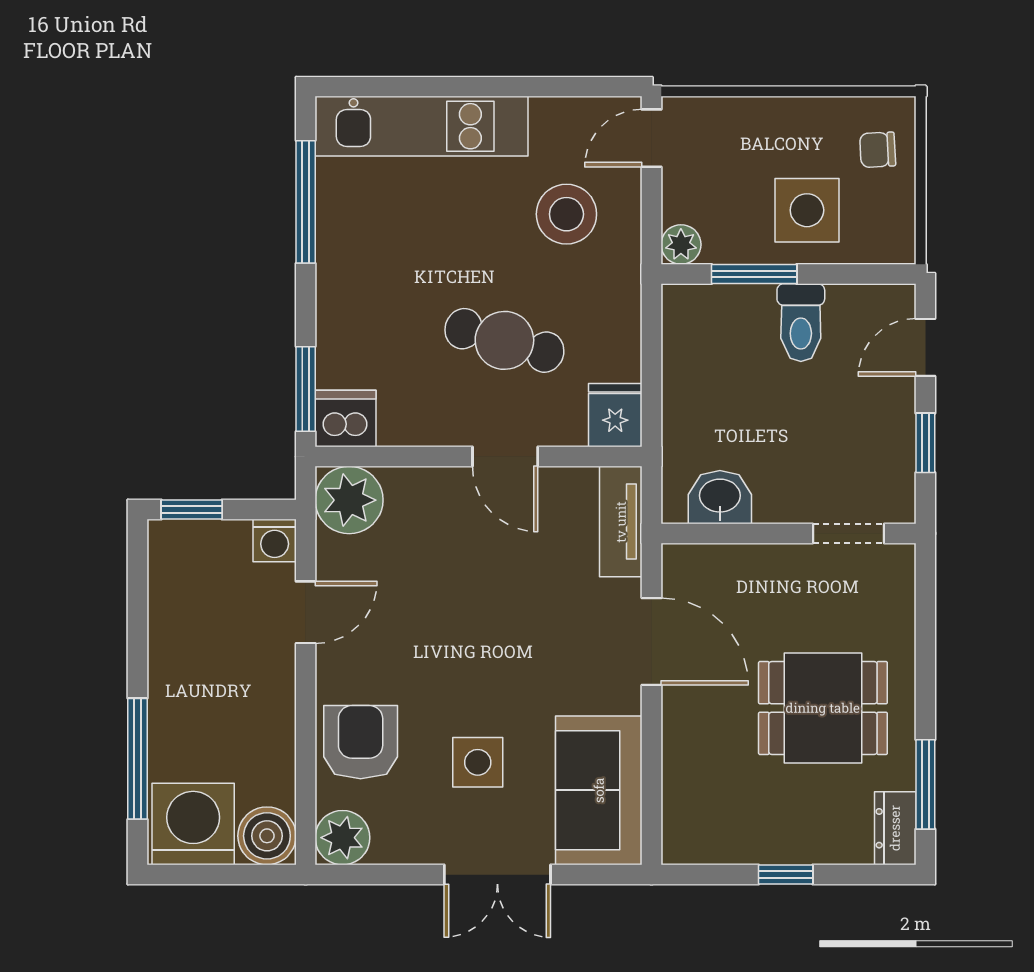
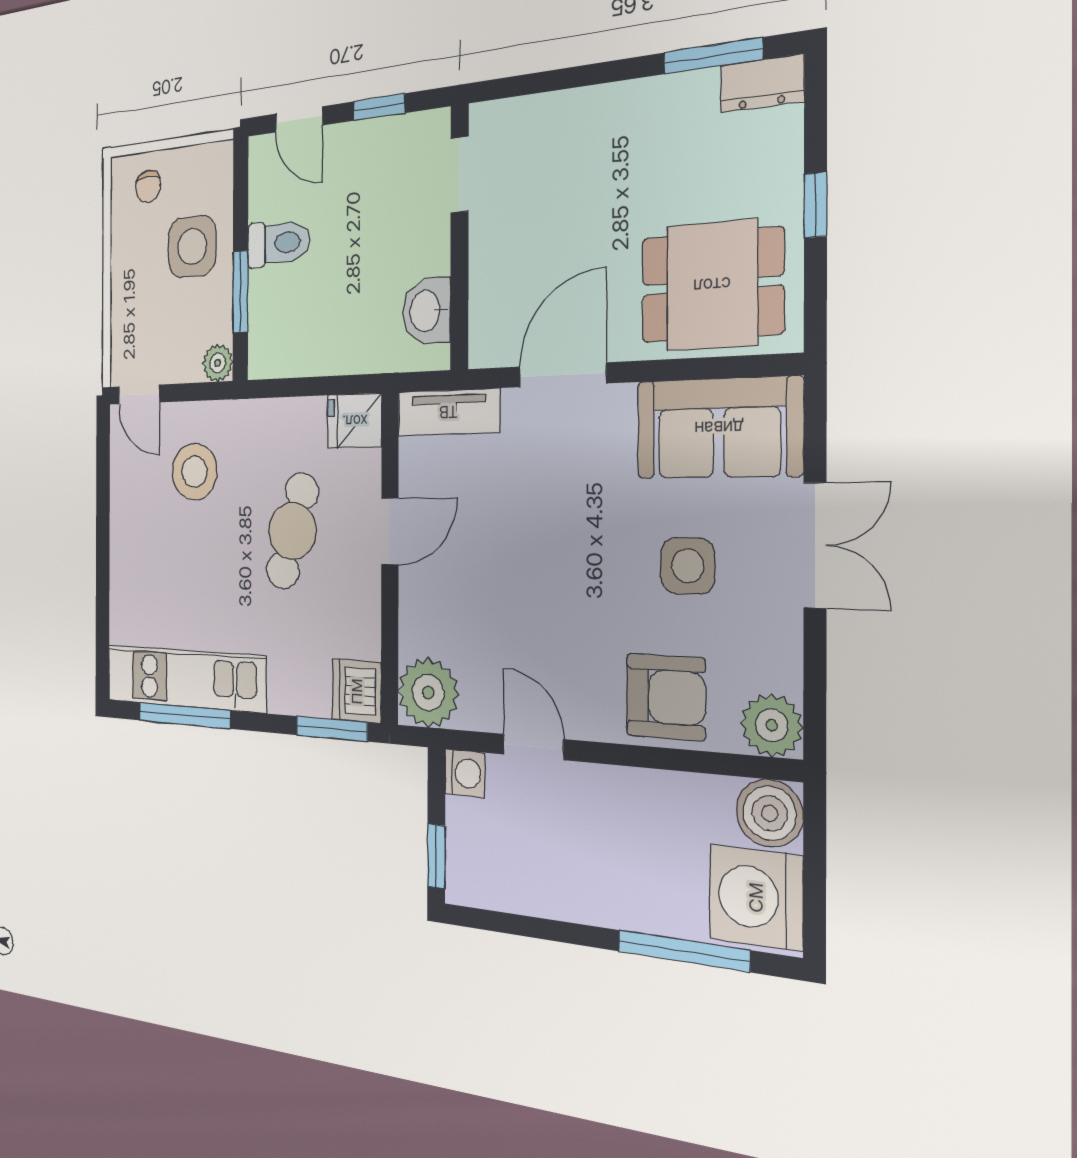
kitchen unit: (421, 126) -> (185, 679), moved, turned -90
dining table: (823, 708) -> (712, 285), moved, turned 90
armchair: (361, 742) -> (666, 697), turned 180

